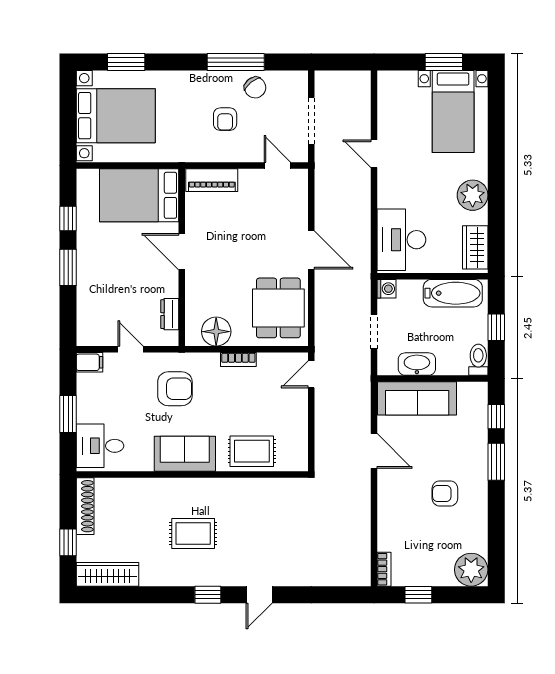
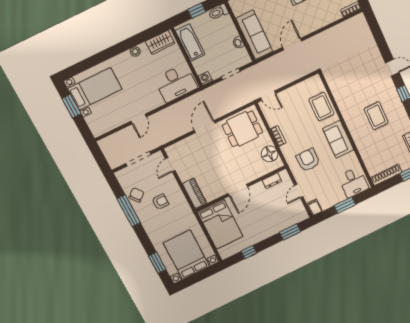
plant: (473, 195) -> (135, 52), width x0.53, depth x0.53
window: (68, 267) -> (290, 232), moved
washbasin: (417, 364) -> (238, 43), width x0.52, depth x0.69

